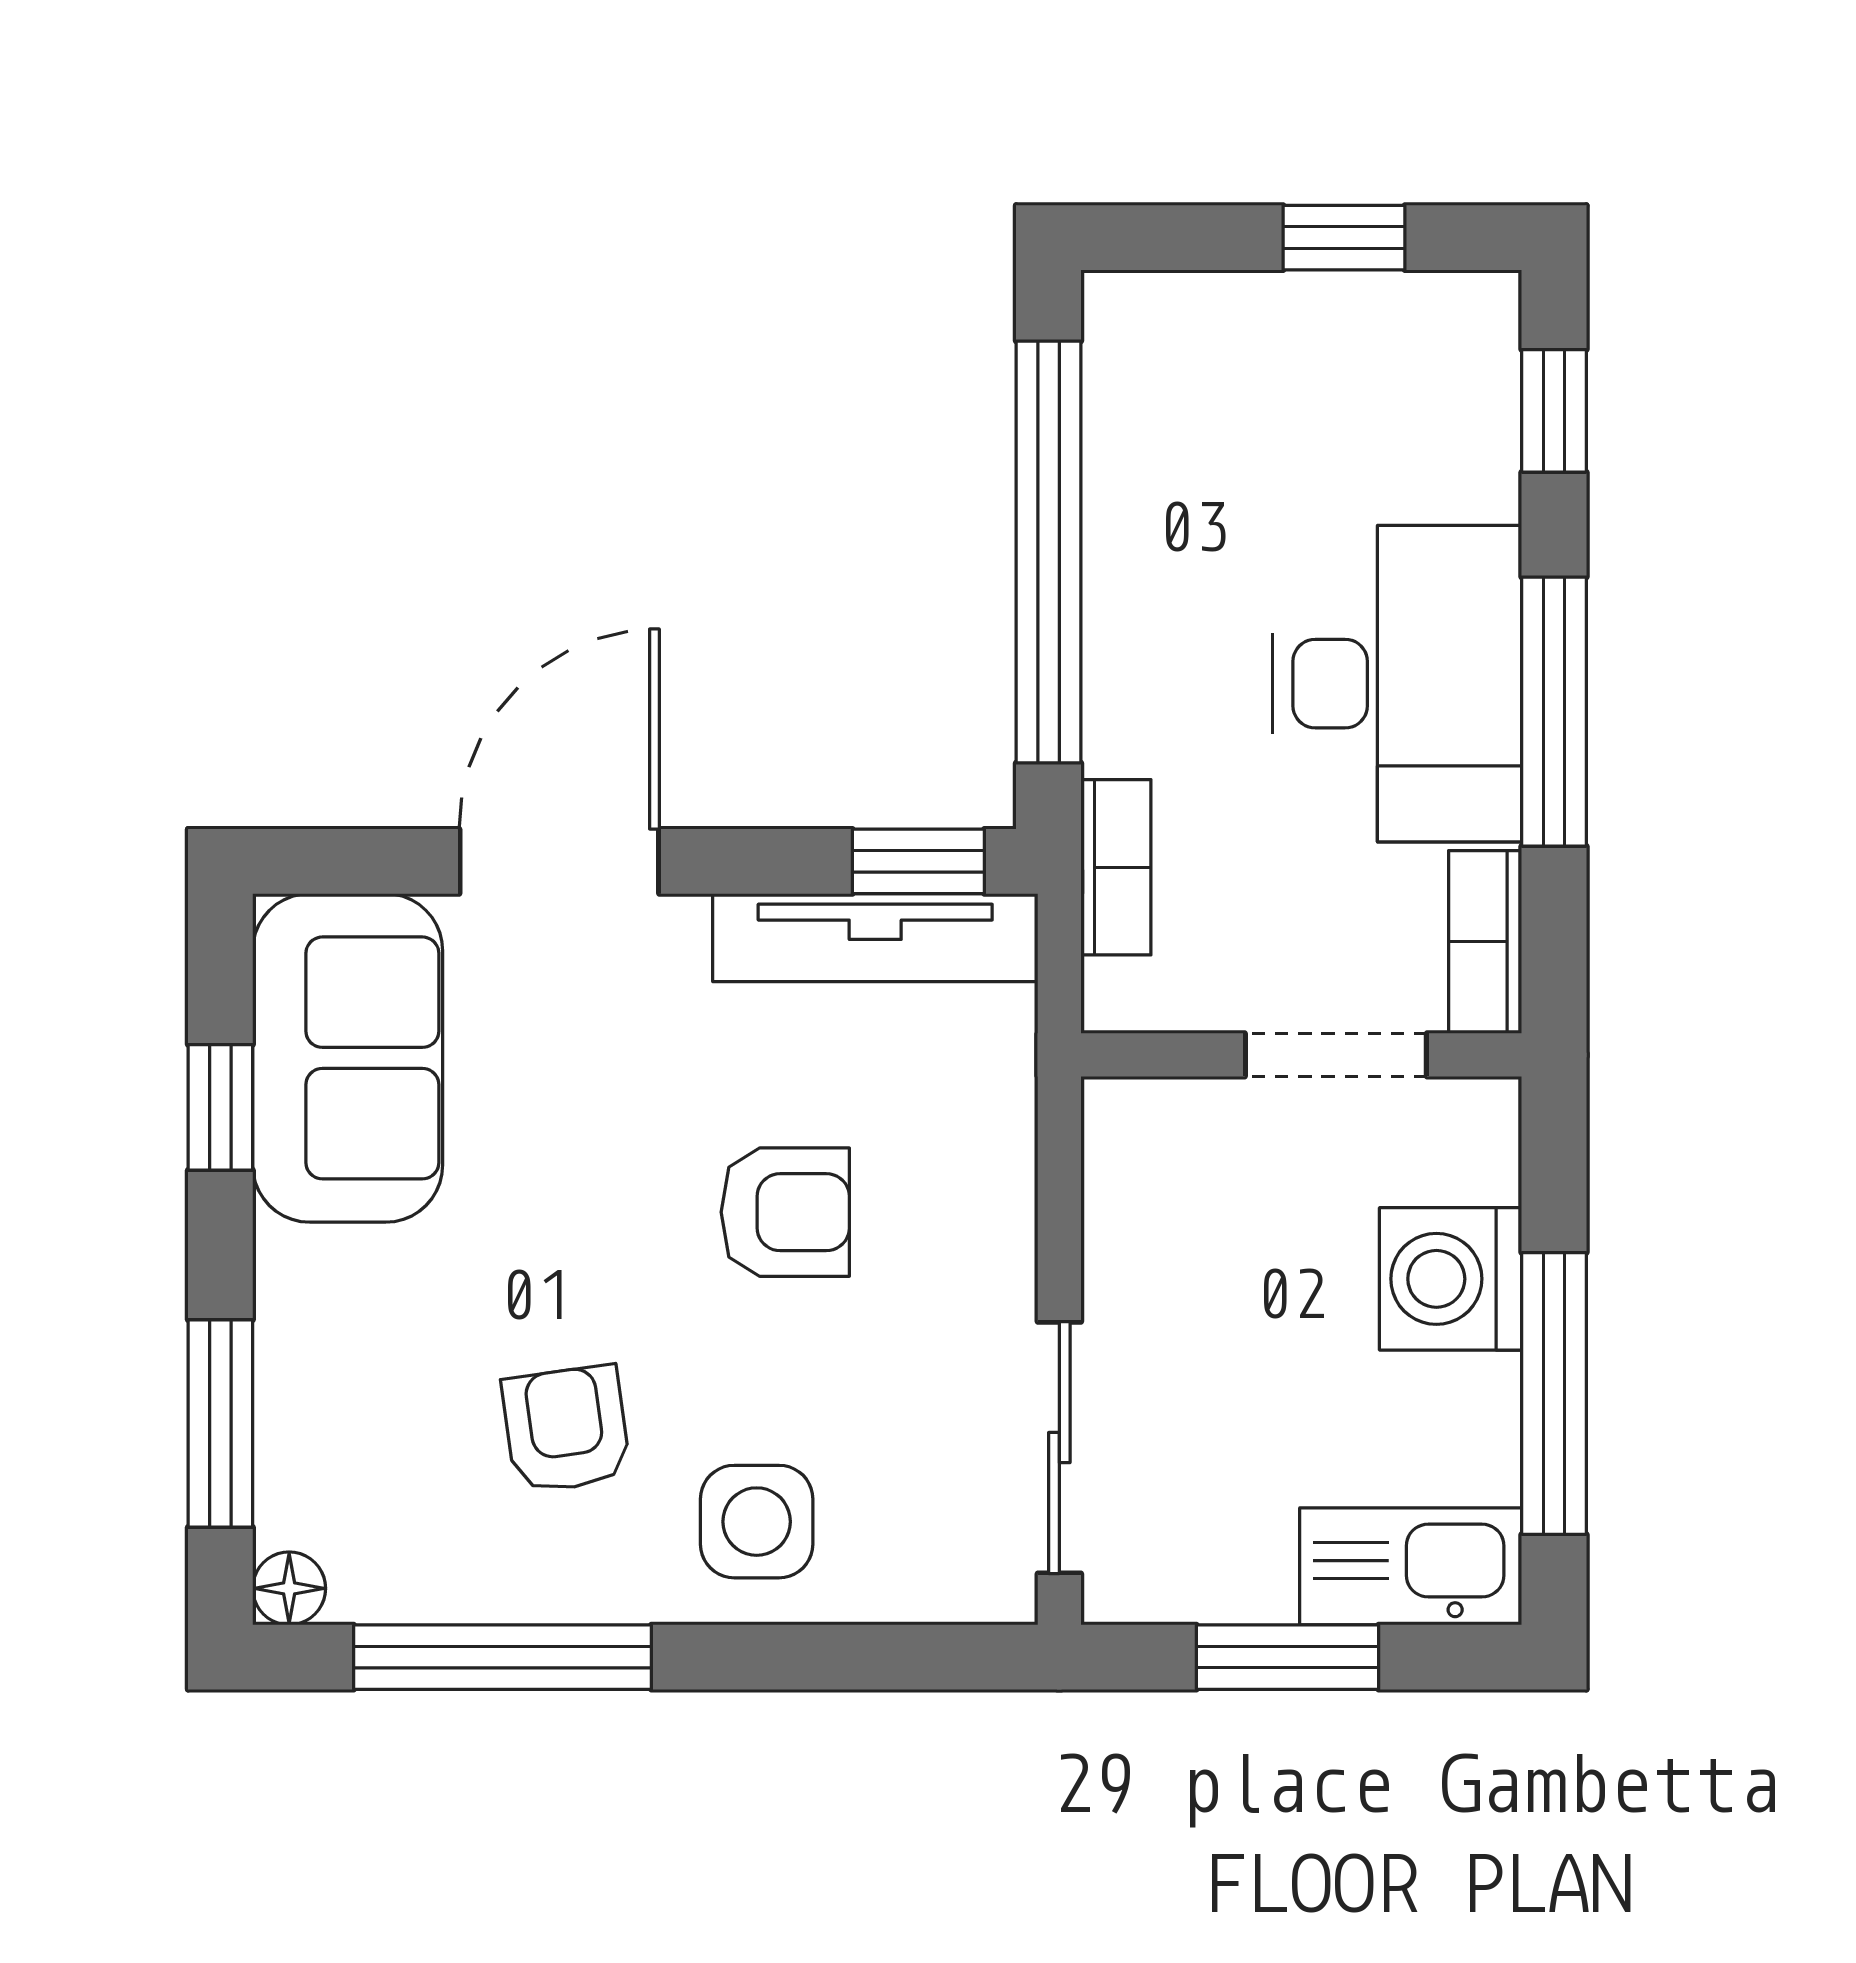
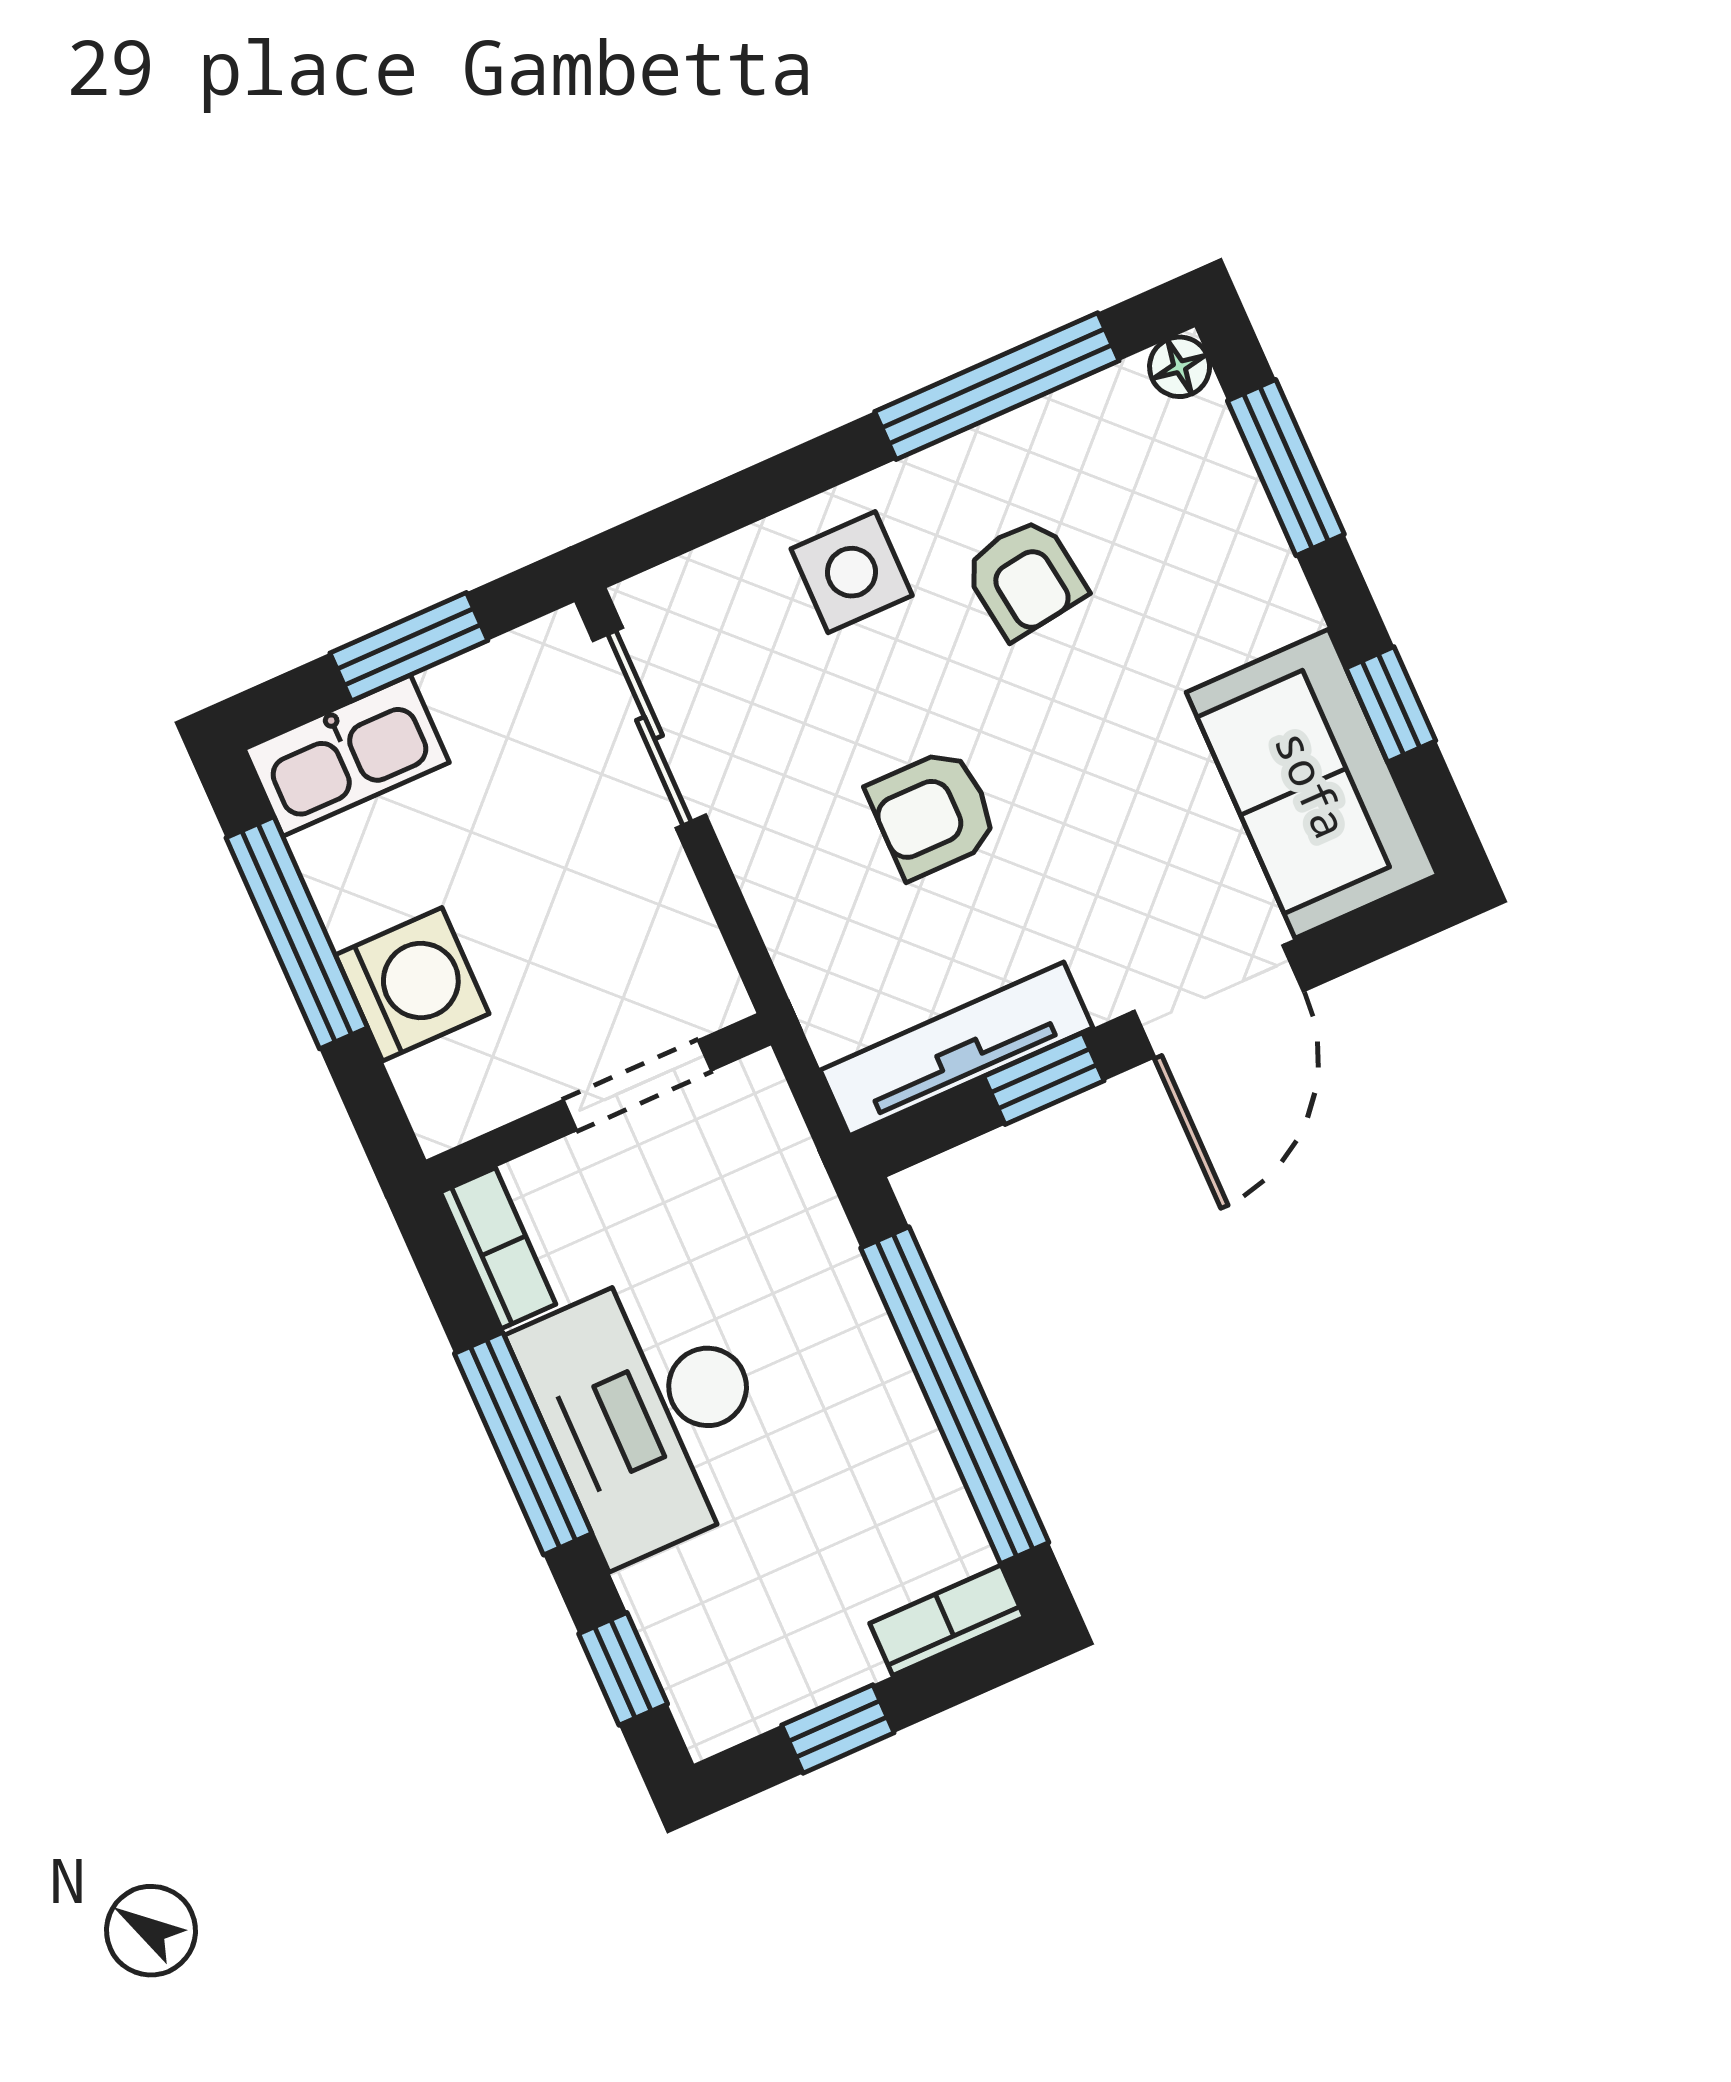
window: (918, 861) -> (1044, 1079), moved
bookcase: (1116, 867) -> (947, 1620), moved, turned 90
doorway: (1336, 1055) -> (637, 1085), moved

